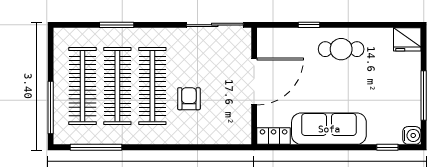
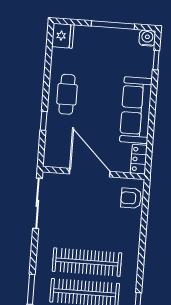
armchair: (189, 99) -> (131, 198), moved

